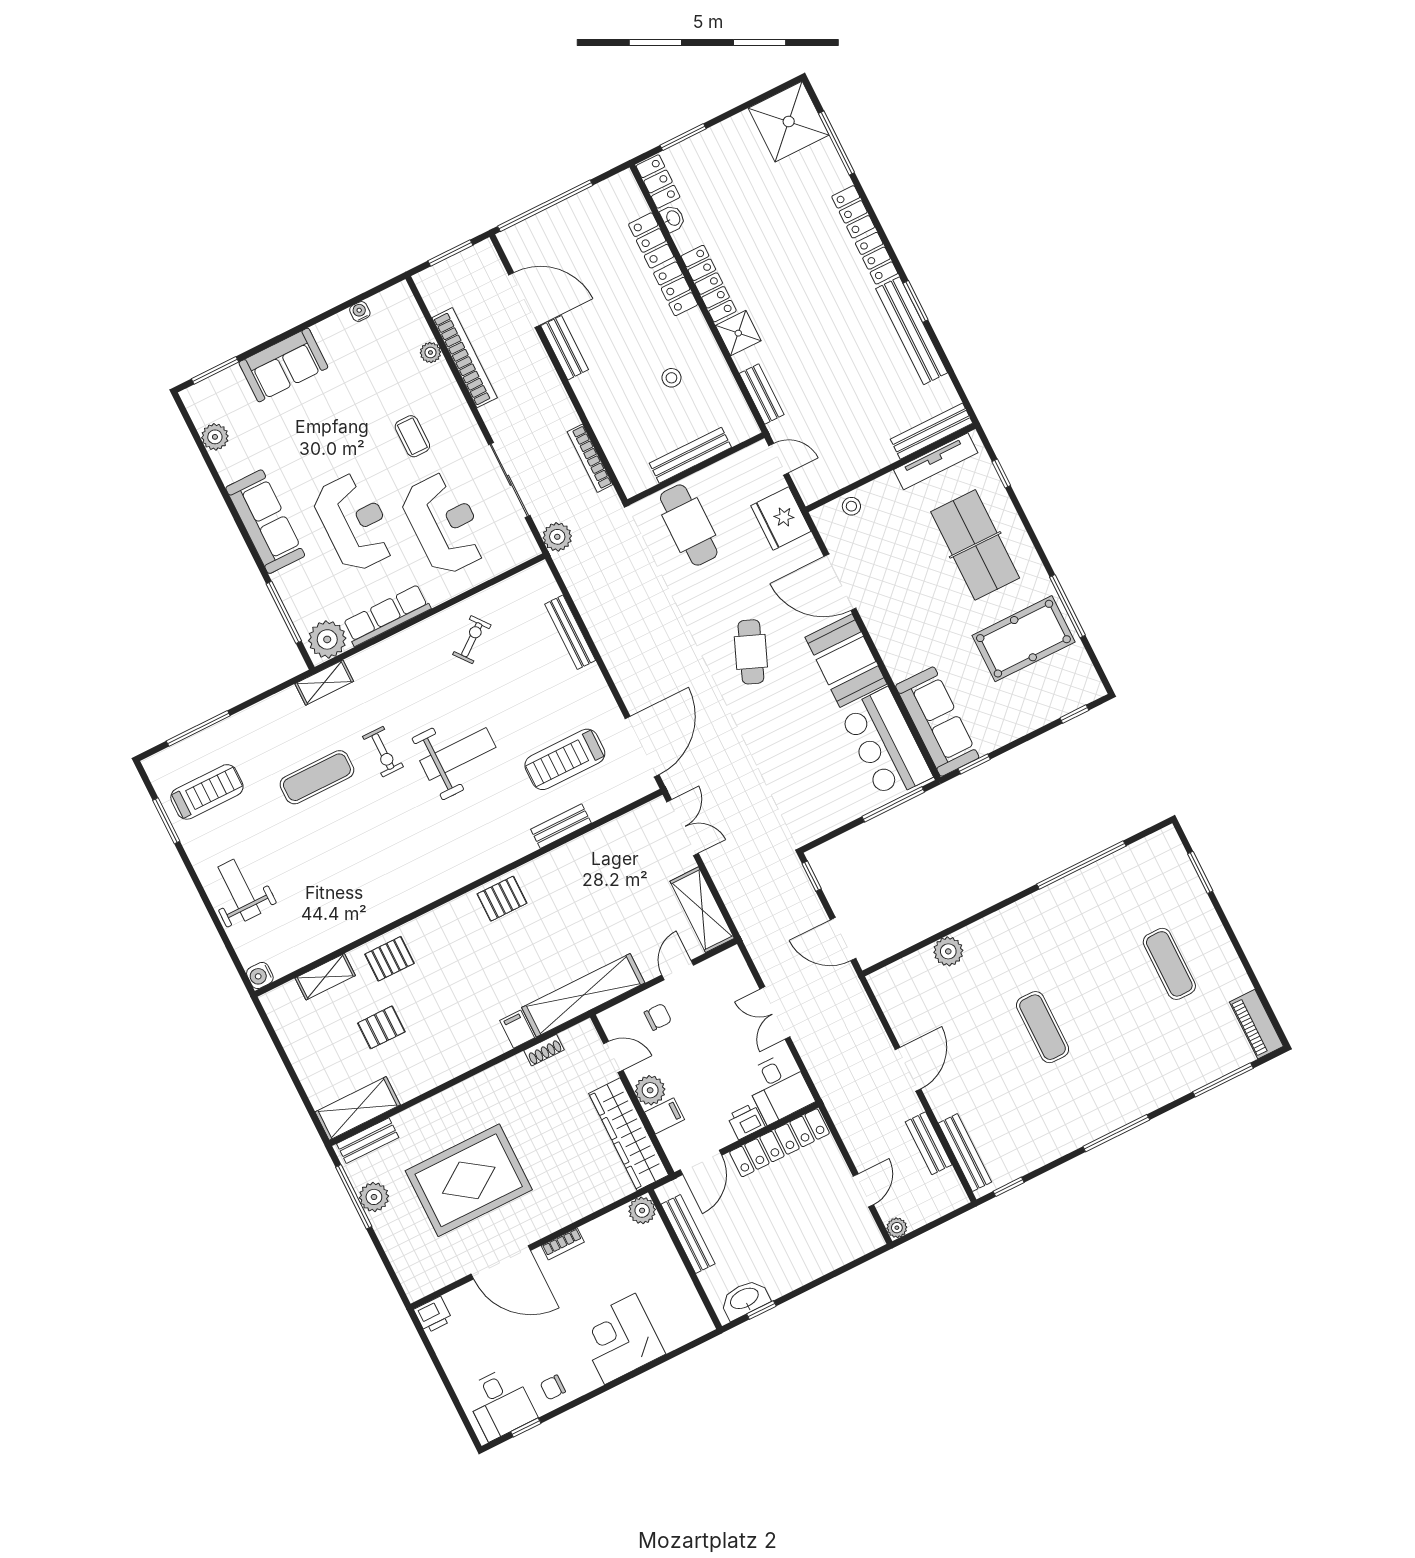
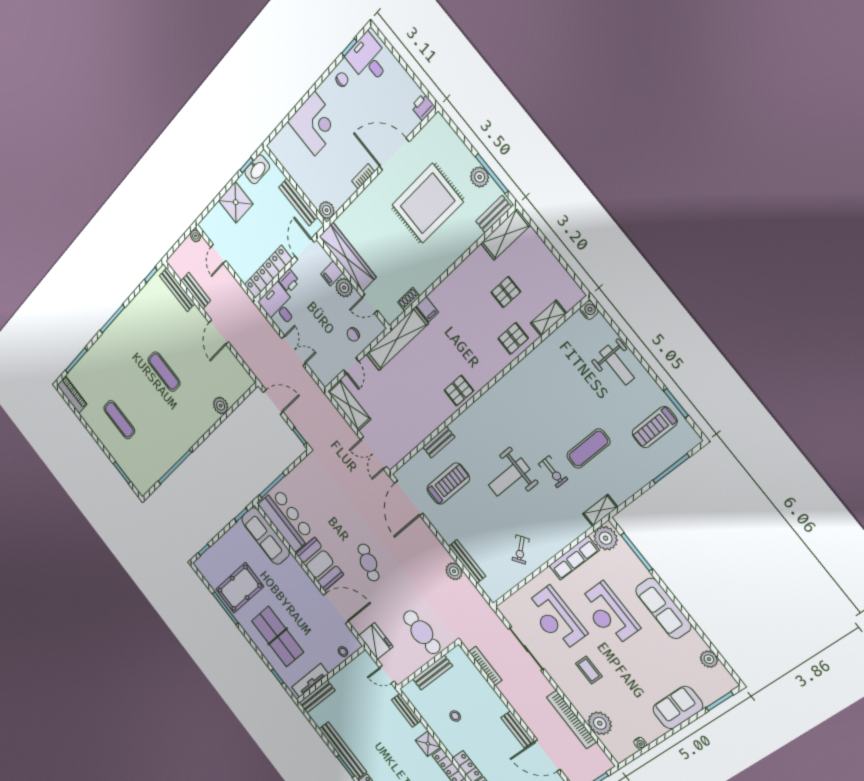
plant: (430, 352) -> (600, 723), width x1.88, depth x1.88
plant: (557, 537) -> (454, 571), moved
exercise bike: (383, 752) -> (553, 472), turned 180
shower: (802, 1261) -> (236, 202), added

